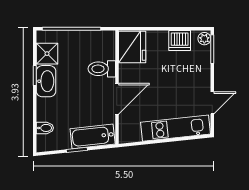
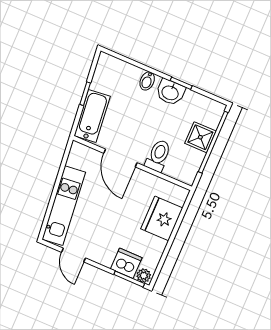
dishwasher: (180, 41) -> (126, 263), moved, turned 90
fridge: (132, 47) -> (162, 218), moved, turned 90
shower: (47, 54) -> (200, 137), moved
washbasin: (46, 81) -> (170, 92), width x0.72
bidet: (45, 128) -> (147, 81), moved

